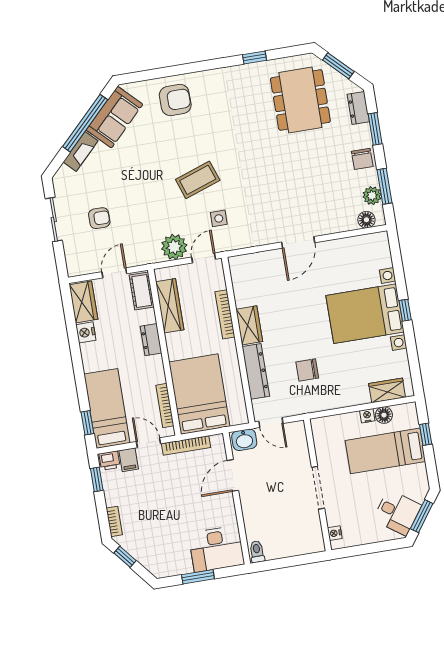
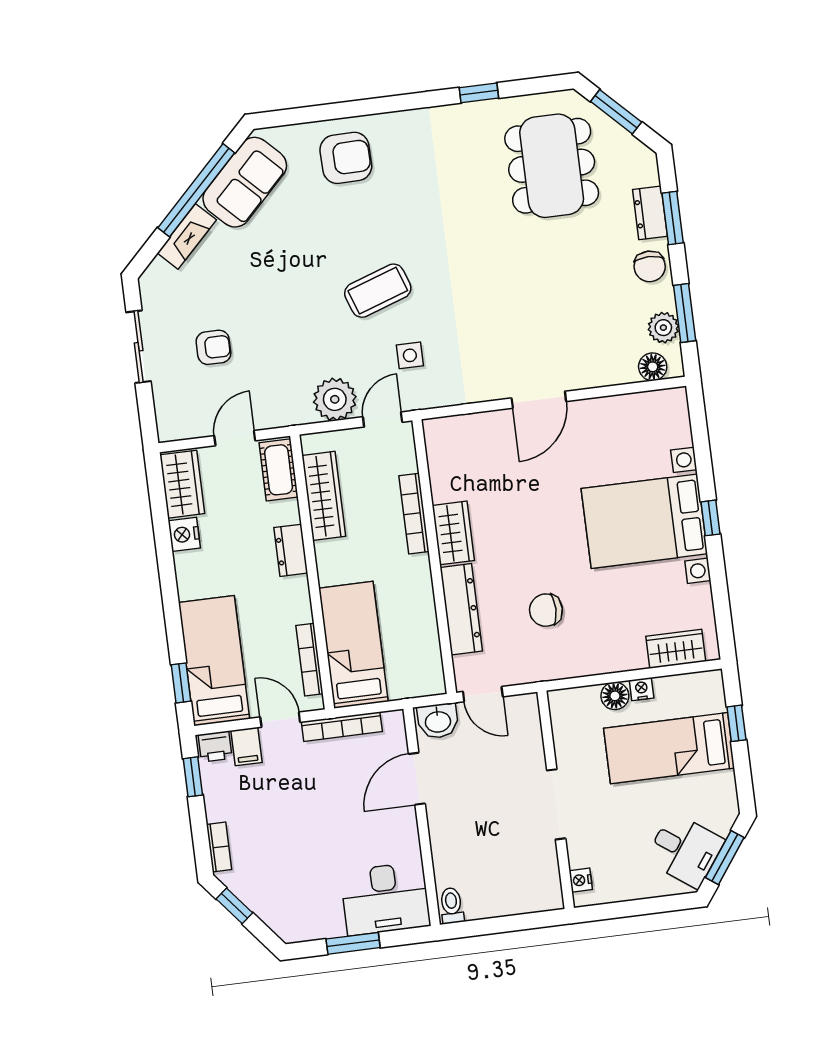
dresser: (358, 108) -> (650, 213), moved
bed: (199, 394) -> (353, 645), width x0.67
floor lamp: (384, 415) -> (615, 696), moved

